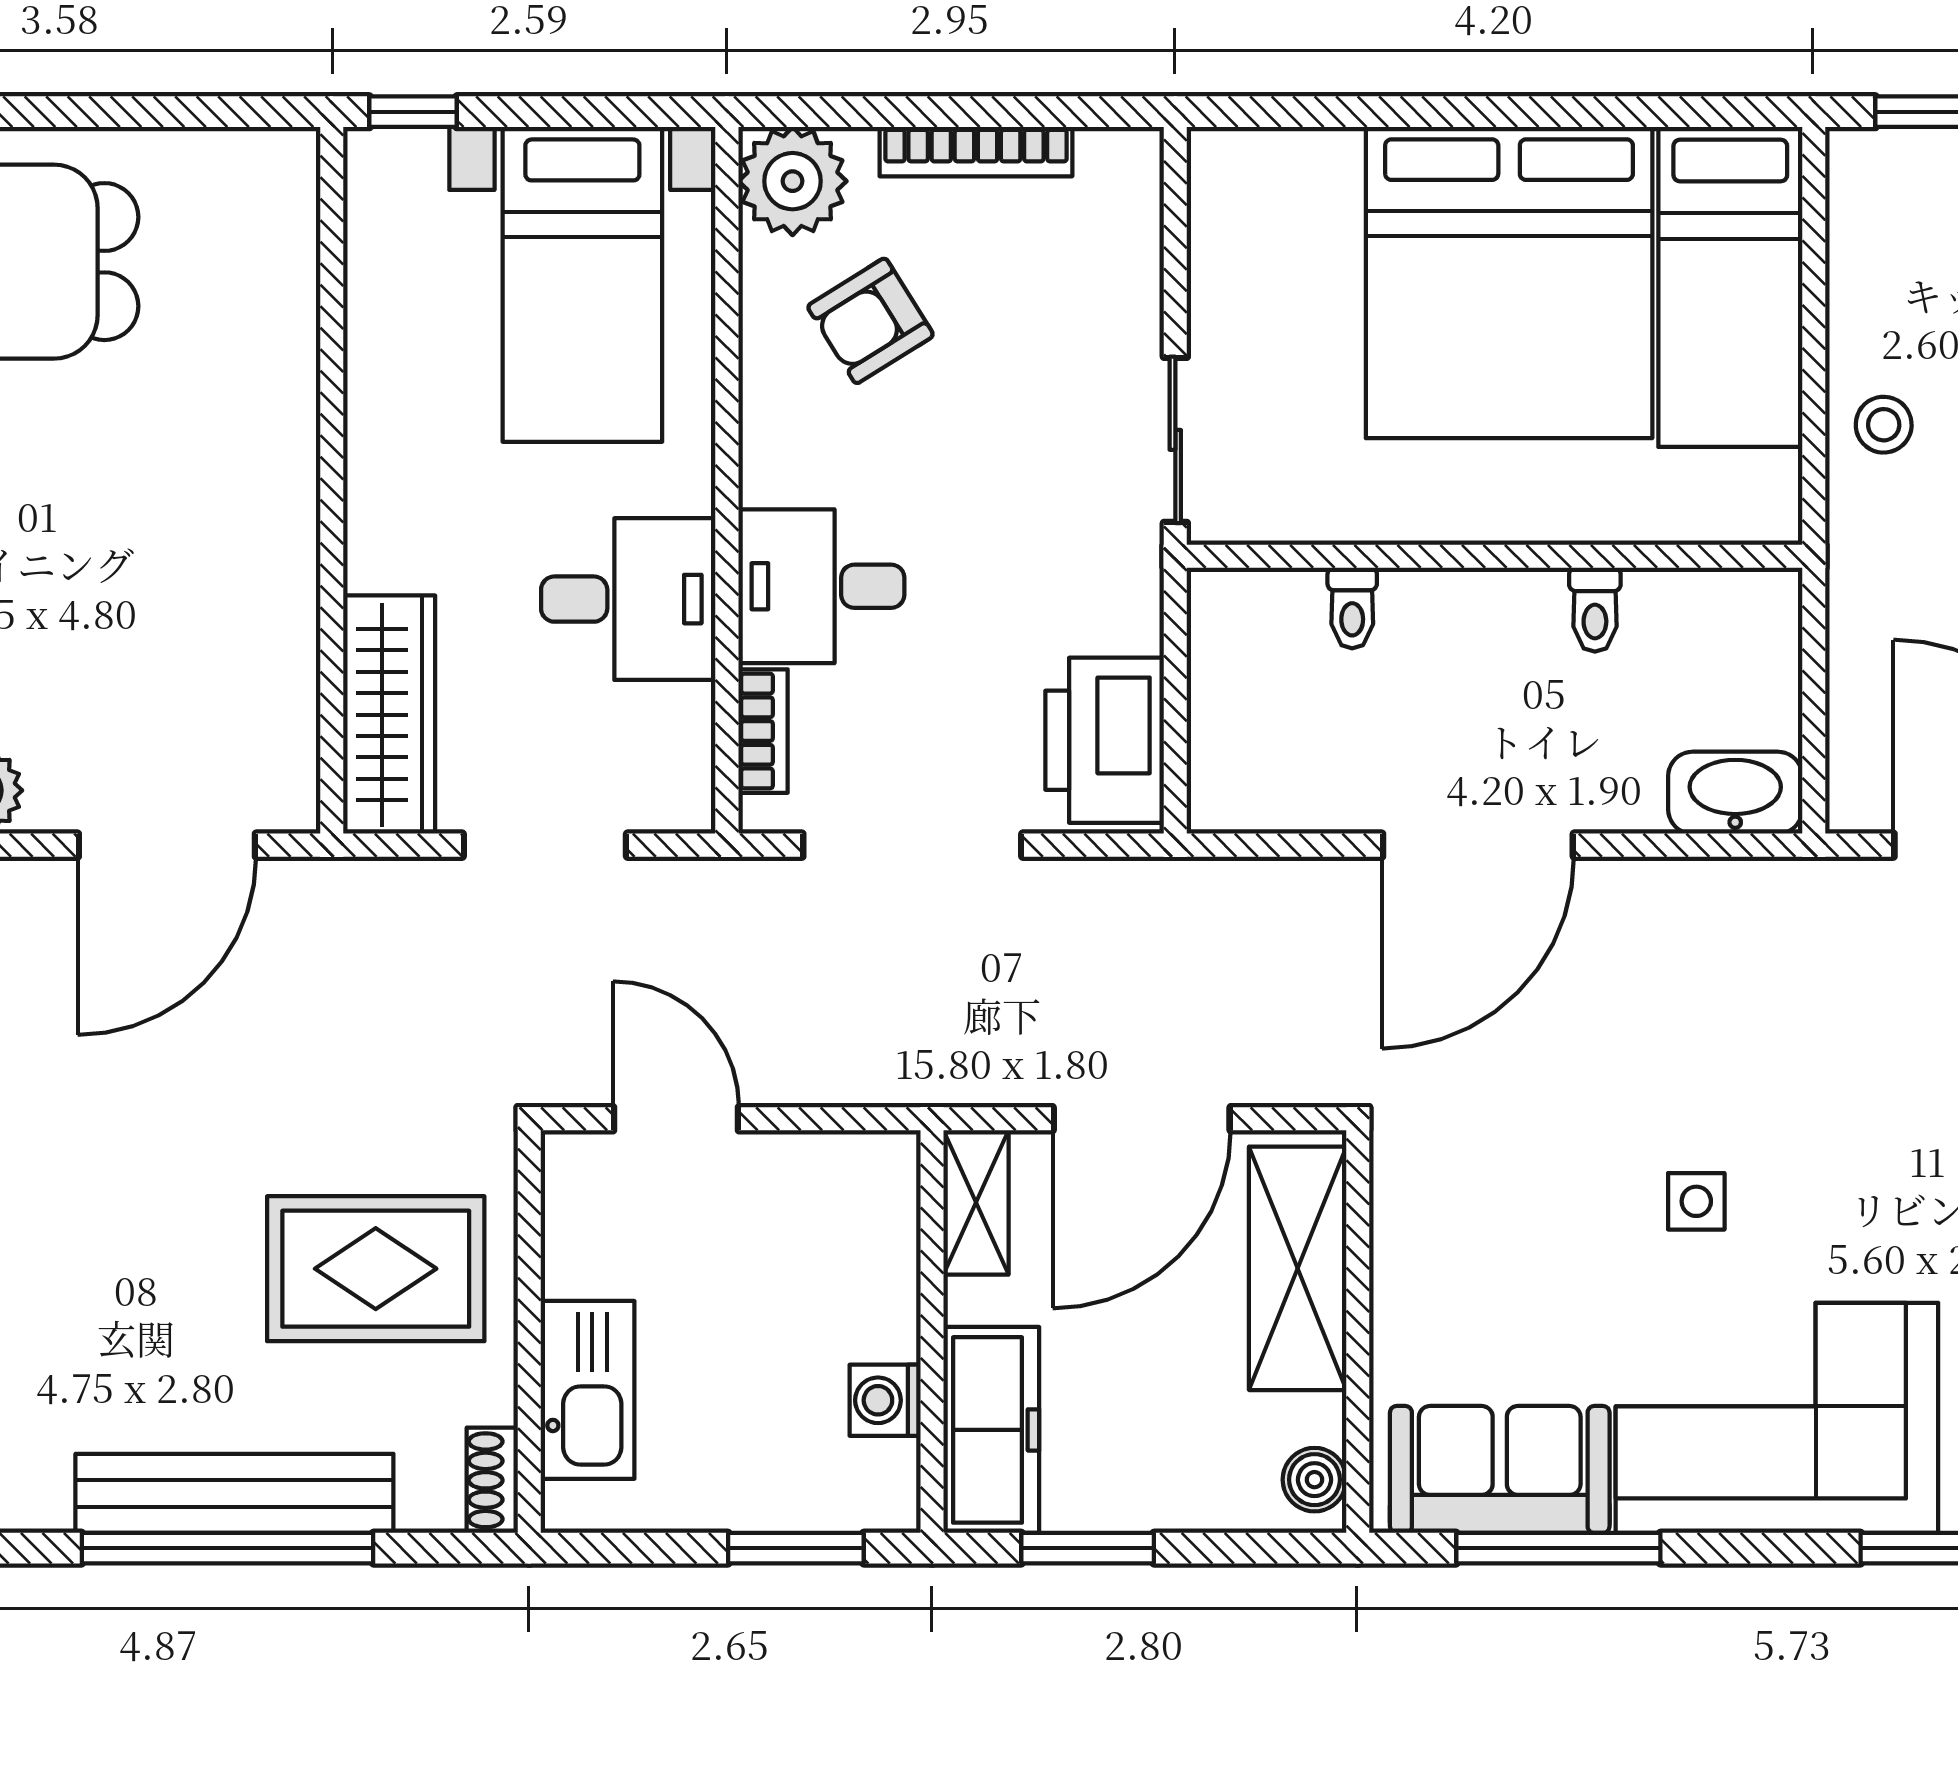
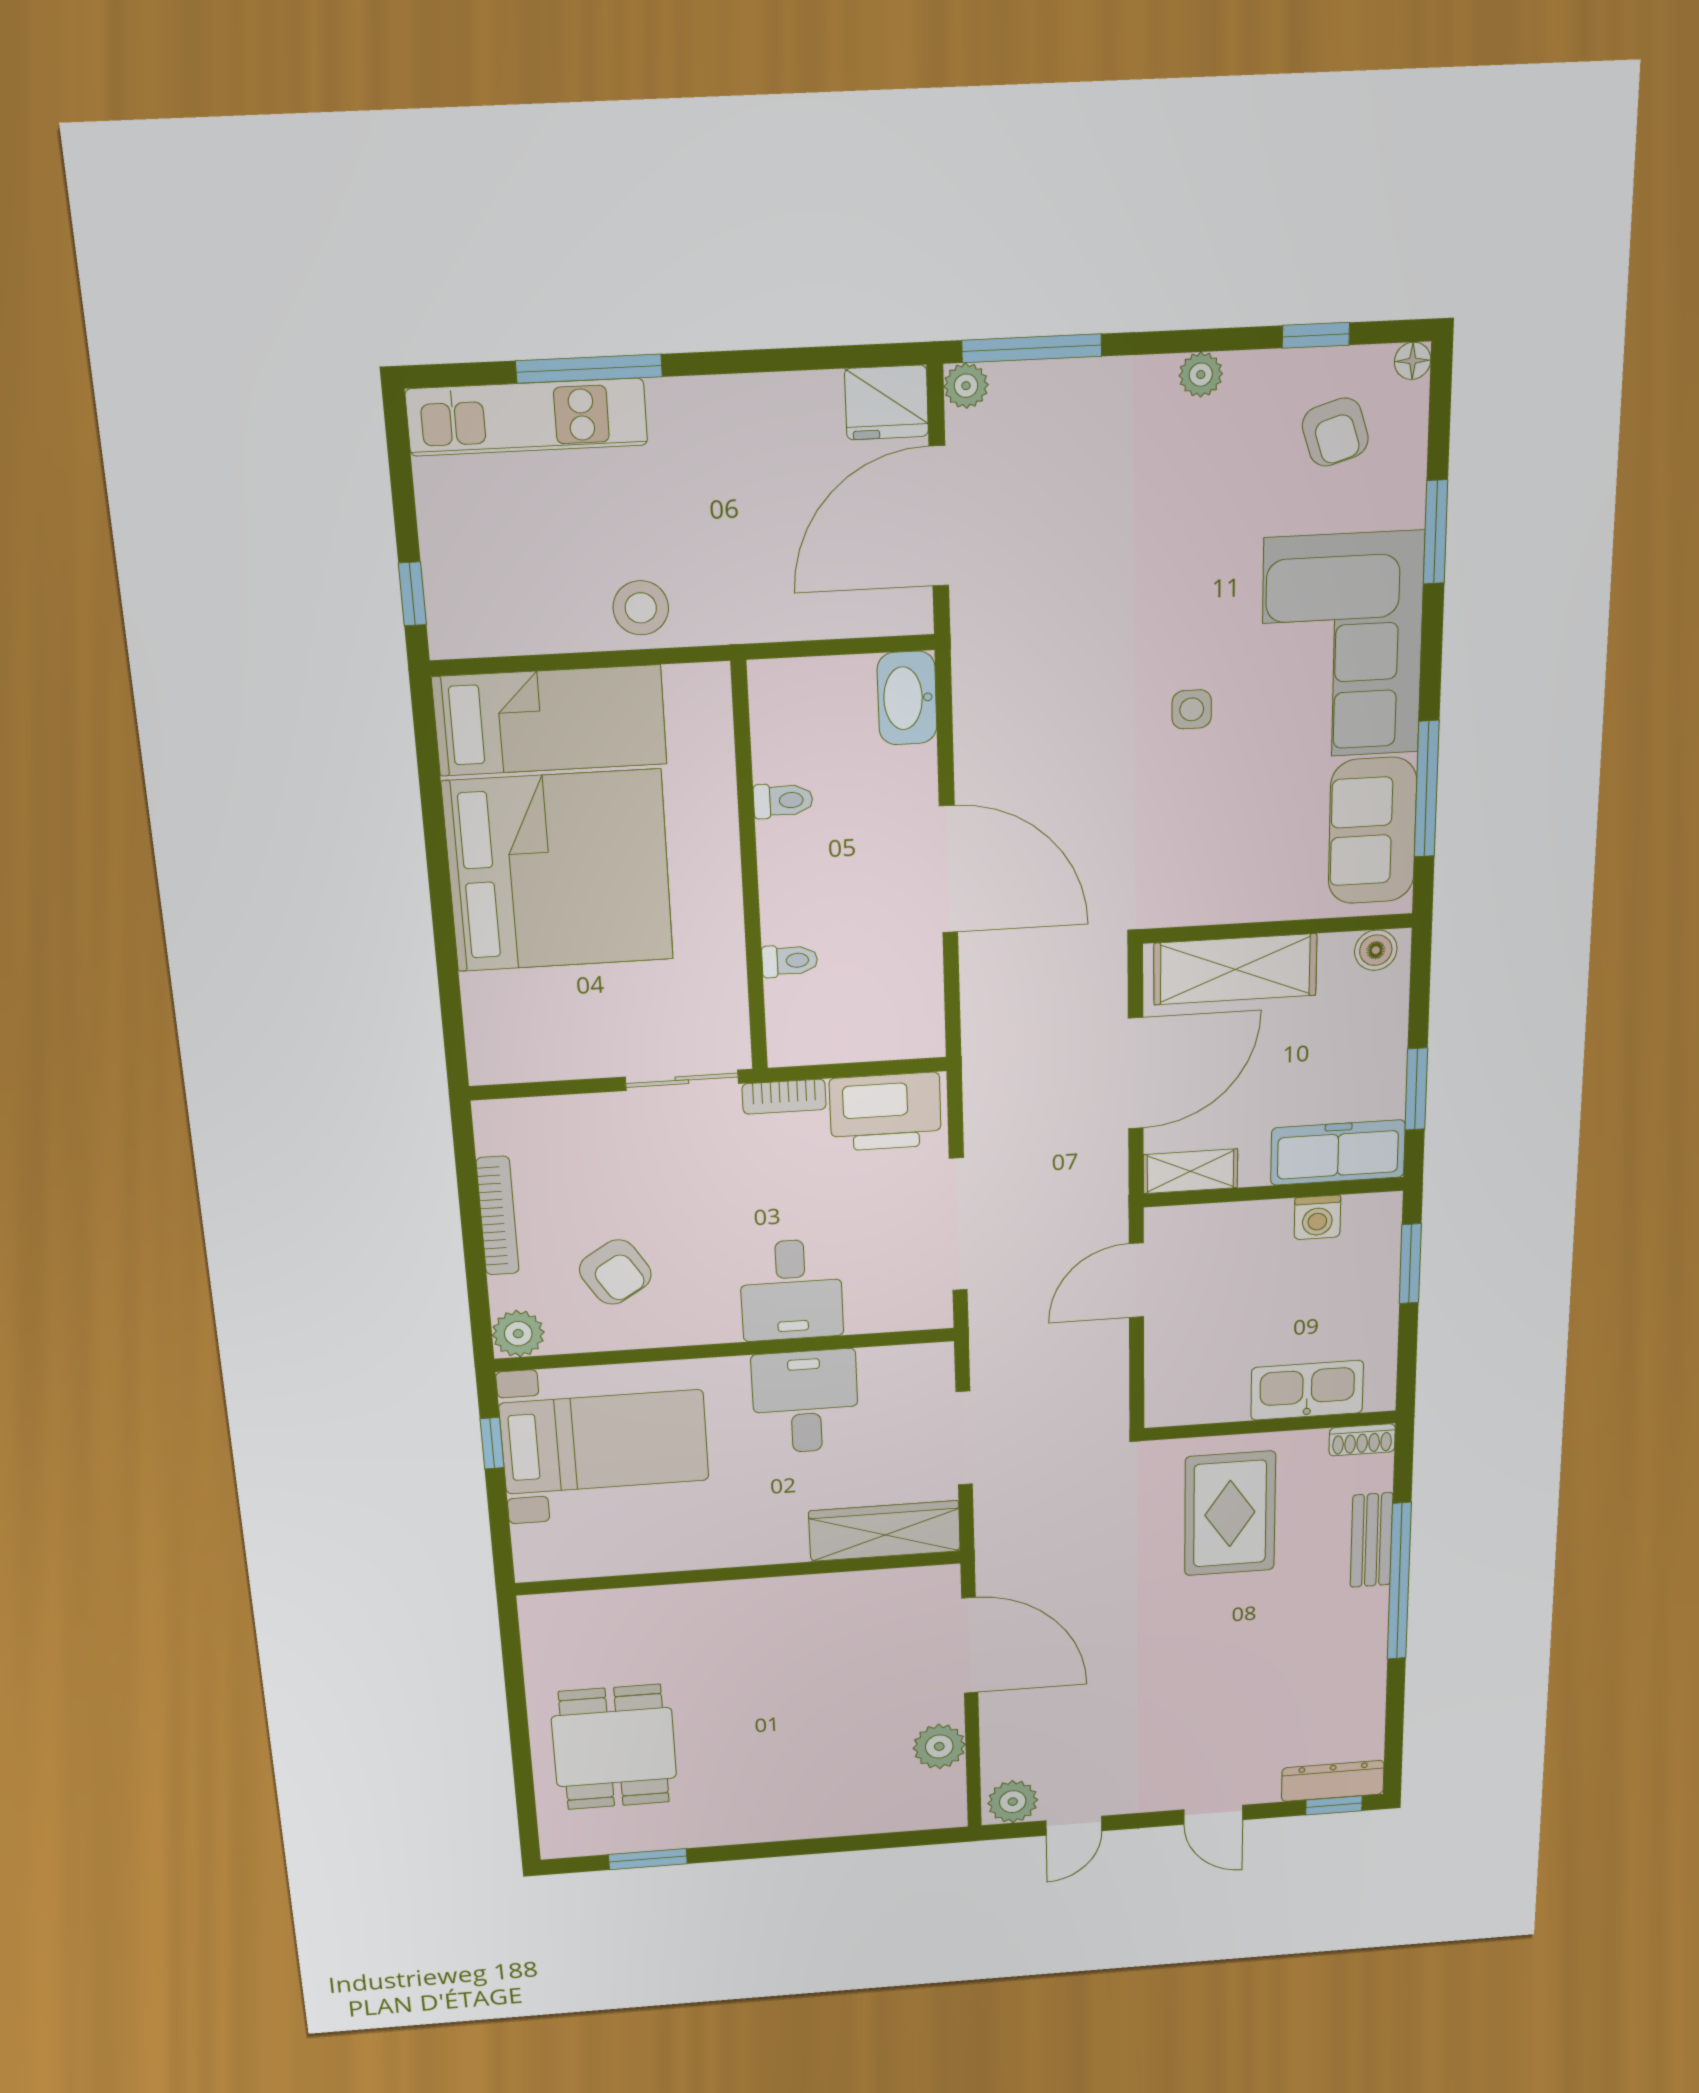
window: (413, 112) -> (492, 1443), moved
plant: (793, 181) -> (518, 1334), width x0.73, depth x0.73
stool: (1884, 425) -> (641, 608), width x1.37, depth x1.37
bookcase: (763, 731) -> (784, 1097), moved, turned 180
door: (676, 1119) -> (1136, 1280), moved
door: (1142, 1119) -> (1136, 1073), hinge flipped
bench: (234, 1493) -> (1372, 1540), width x0.54, depth x0.82

